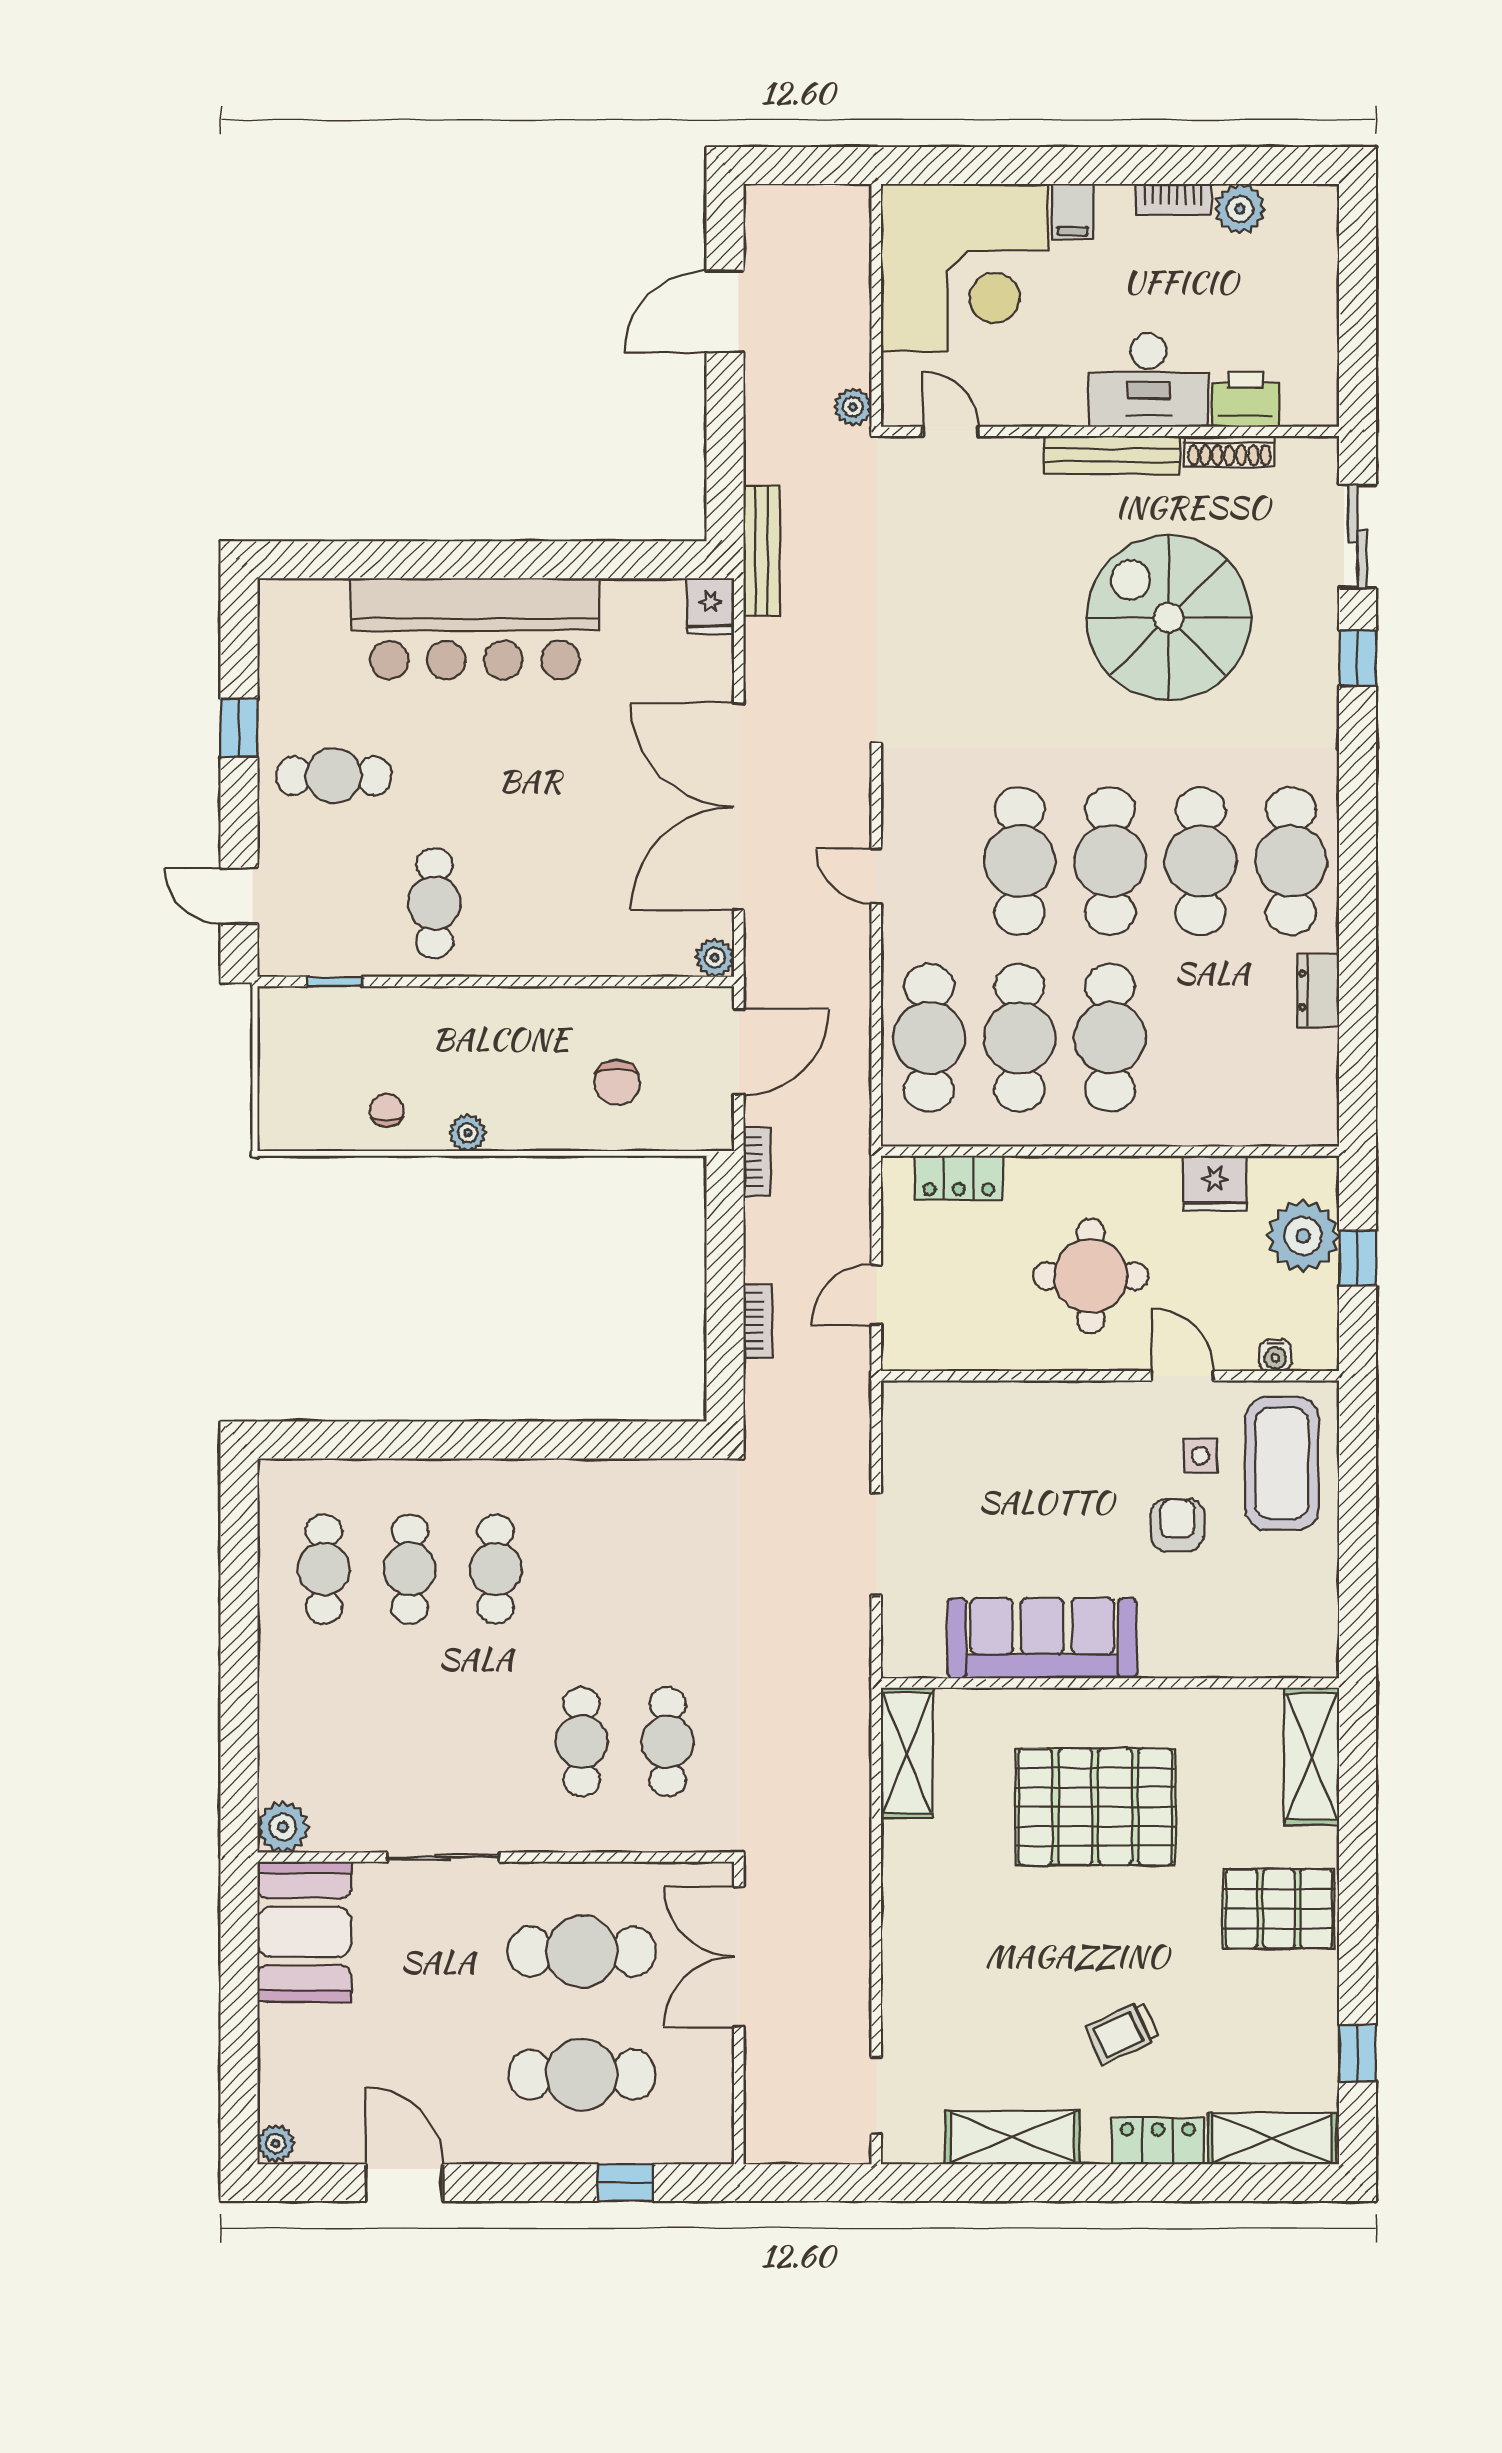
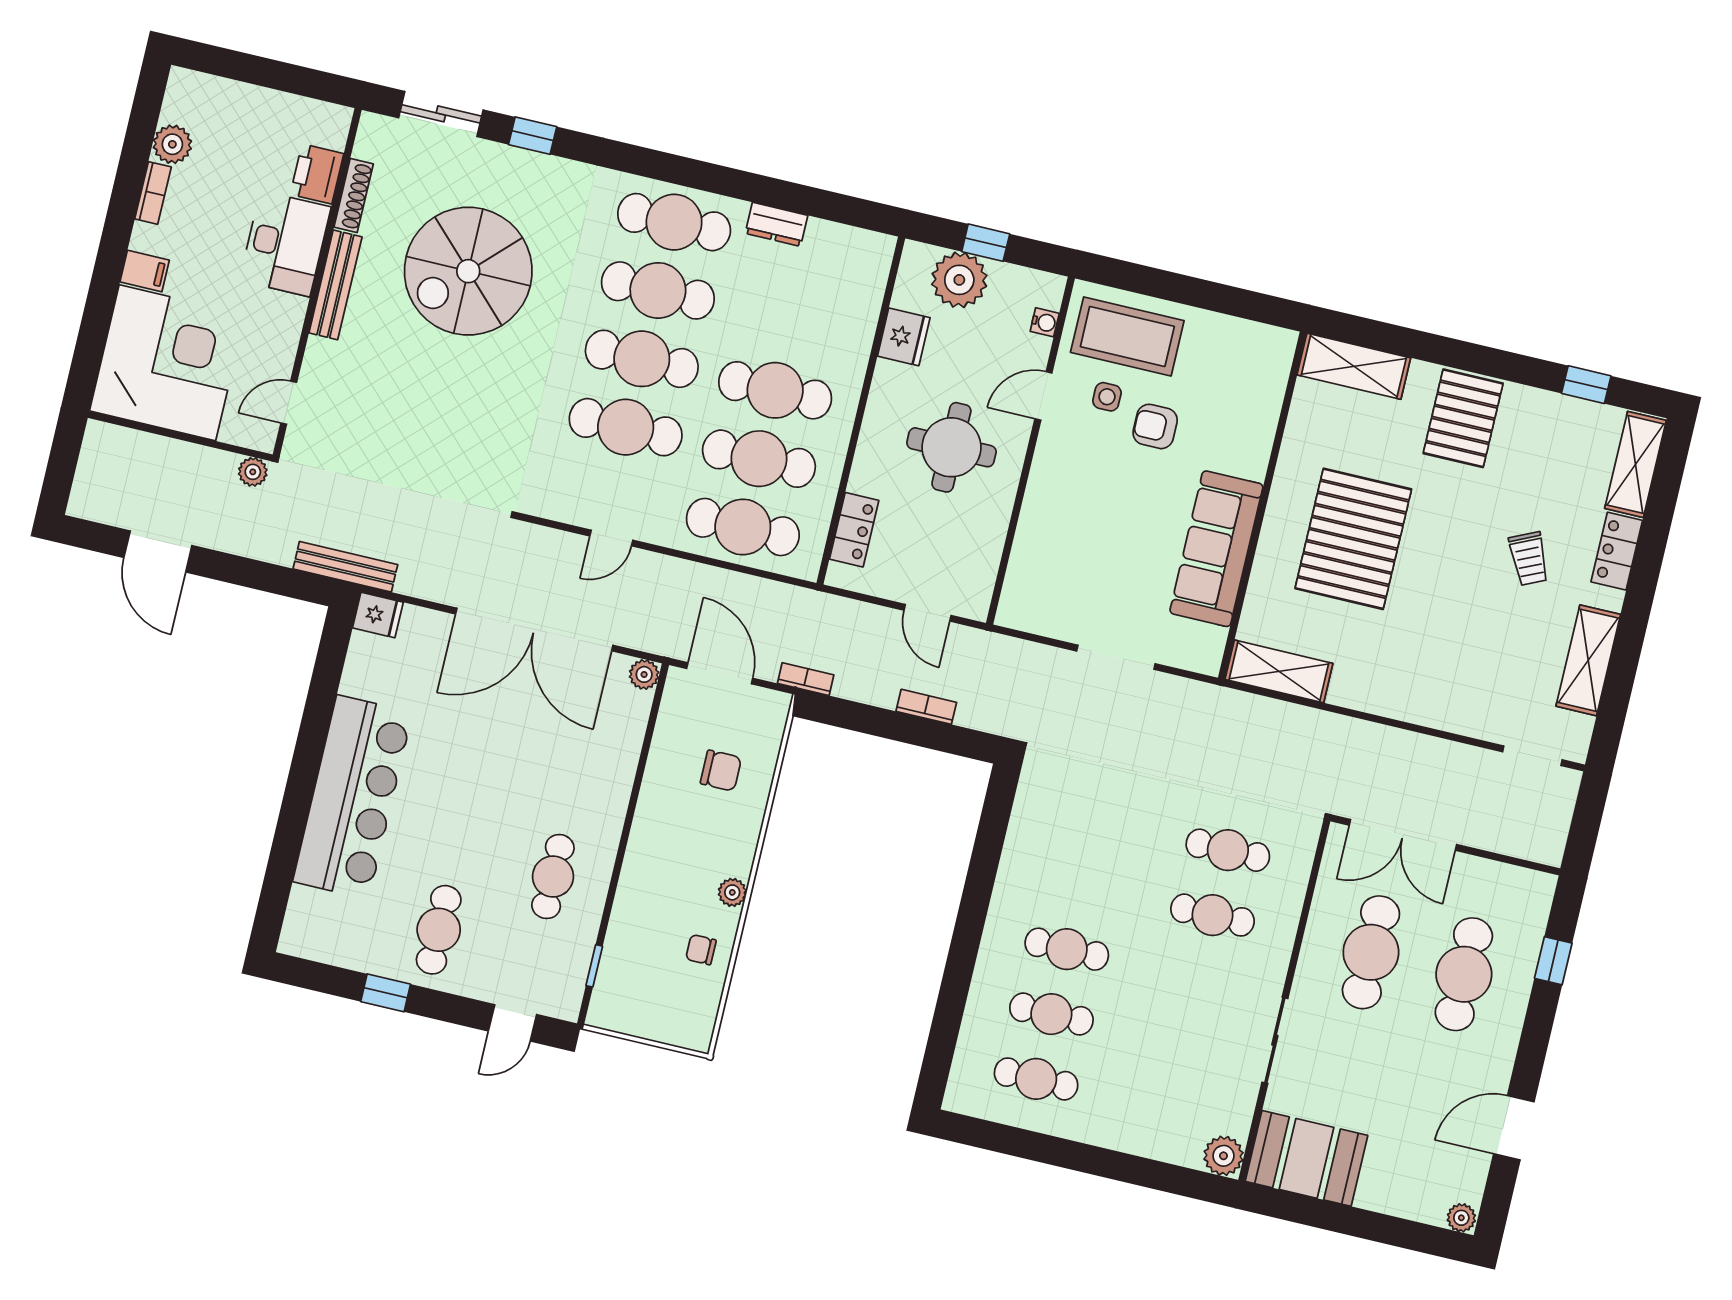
cafe table: (434, 903) -> (553, 877), turned 90

